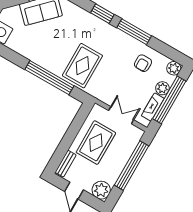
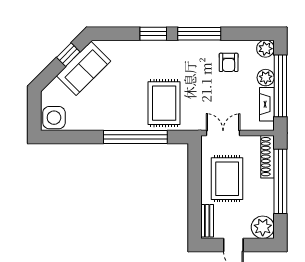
double door: (121, 115) -> (223, 133), moved
shoe rack: (132, 143) -> (267, 157), added

